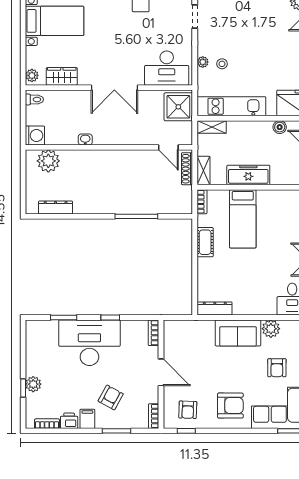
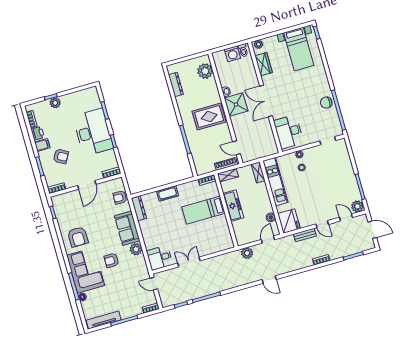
shower: (178, 107) -> (236, 105), moved
washing machine: (35, 135) -> (232, 54), moved
door: (168, 147) -> (237, 148), hinge flipped
rug: (114, 174) -> (209, 117), added
cot: (205, 242) -> (167, 193), moved
armchair: (188, 410) -> (120, 197), moved

